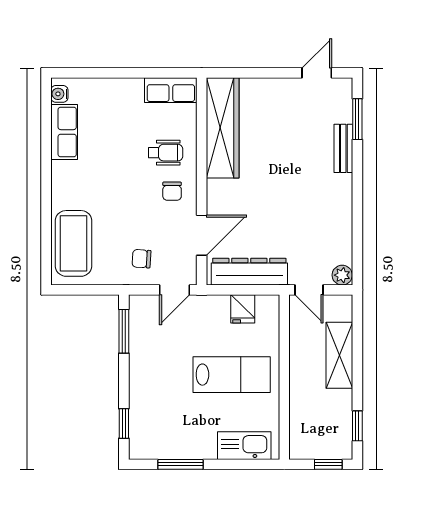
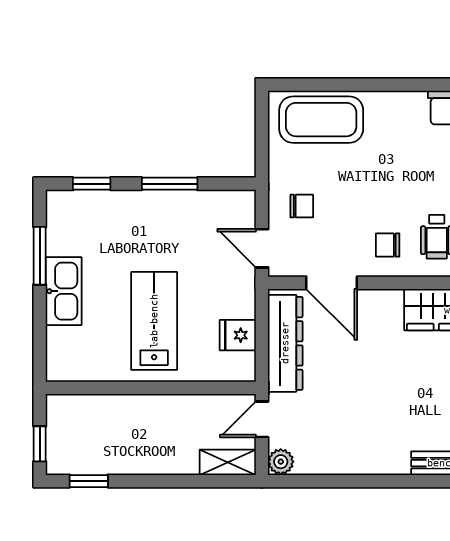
chair: (141, 259) -> (302, 206), turned 86
window: (124, 331) -> (170, 184), moved
shelving: (339, 355) -> (228, 462), moved, width x0.67, depth x0.75
lab bench: (232, 375) -> (154, 321), turned 180
kitchen sink: (244, 446) -> (64, 291), moved

